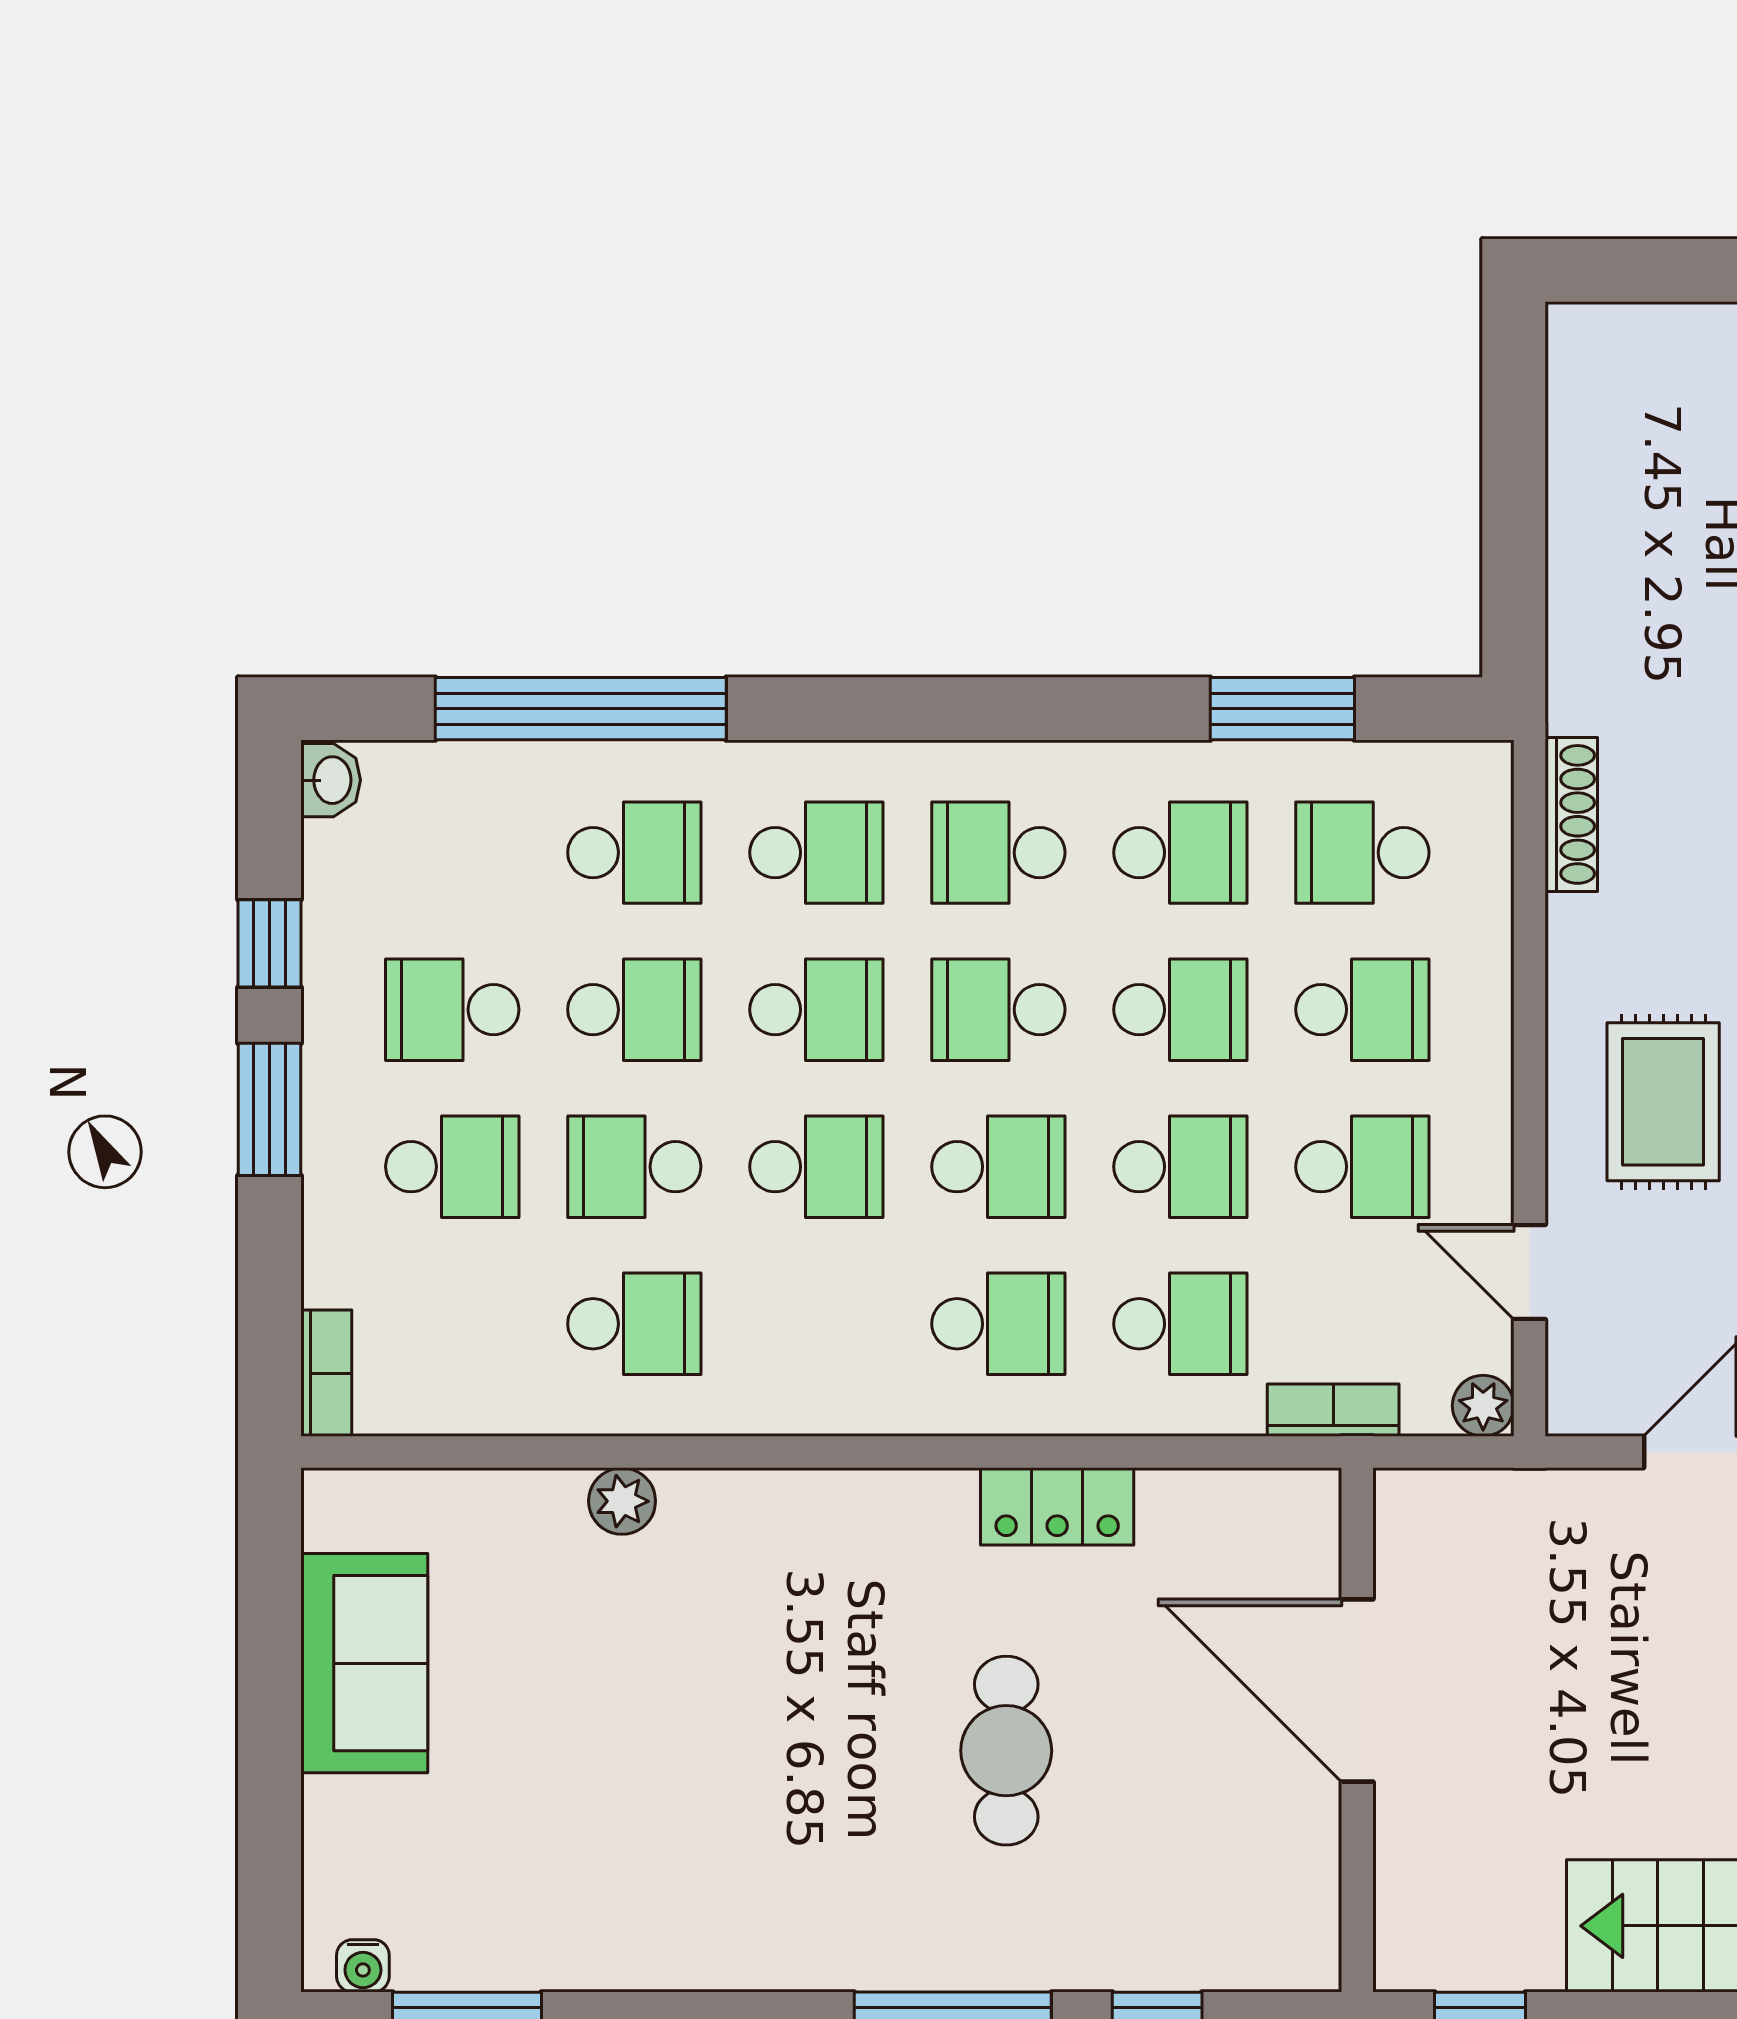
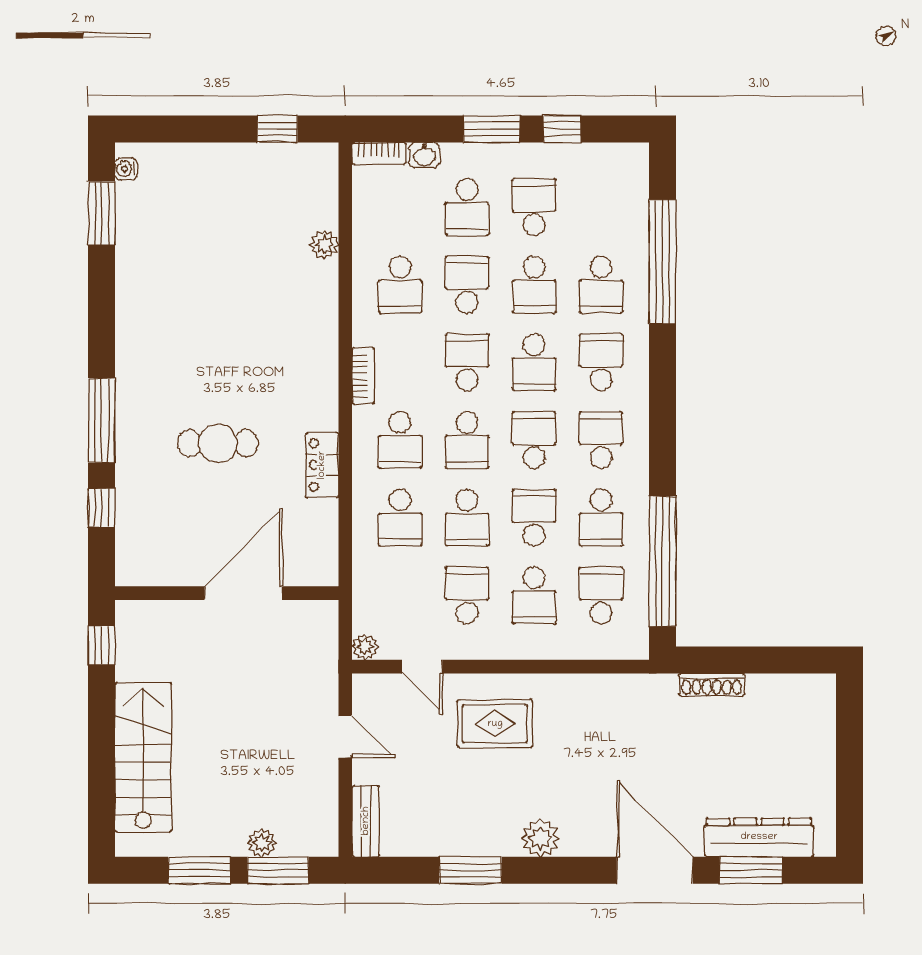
window: (1282, 709) -> (662, 561), width x2.11
washbasin: (331, 780) -> (424, 155), moved
shoe rack: (1571, 814) -> (712, 684), moved
school desk: (816, 853) -> (601, 362), turned 180
school desk: (1180, 1010) -> (534, 518), turned 180
school desk: (816, 1167) -> (467, 362), turned 180
school desk: (1362, 1167) -> (467, 595), turned 180
door: (1529, 1272) -> (422, 667), swing flipped
bookcase: (1333, 1410) -> (363, 376), moved
plant: (622, 1501) -> (324, 245), moved
window: (270, 1611) -> (277, 129), added
sofa: (364, 1663) -> (255, 169), removed

